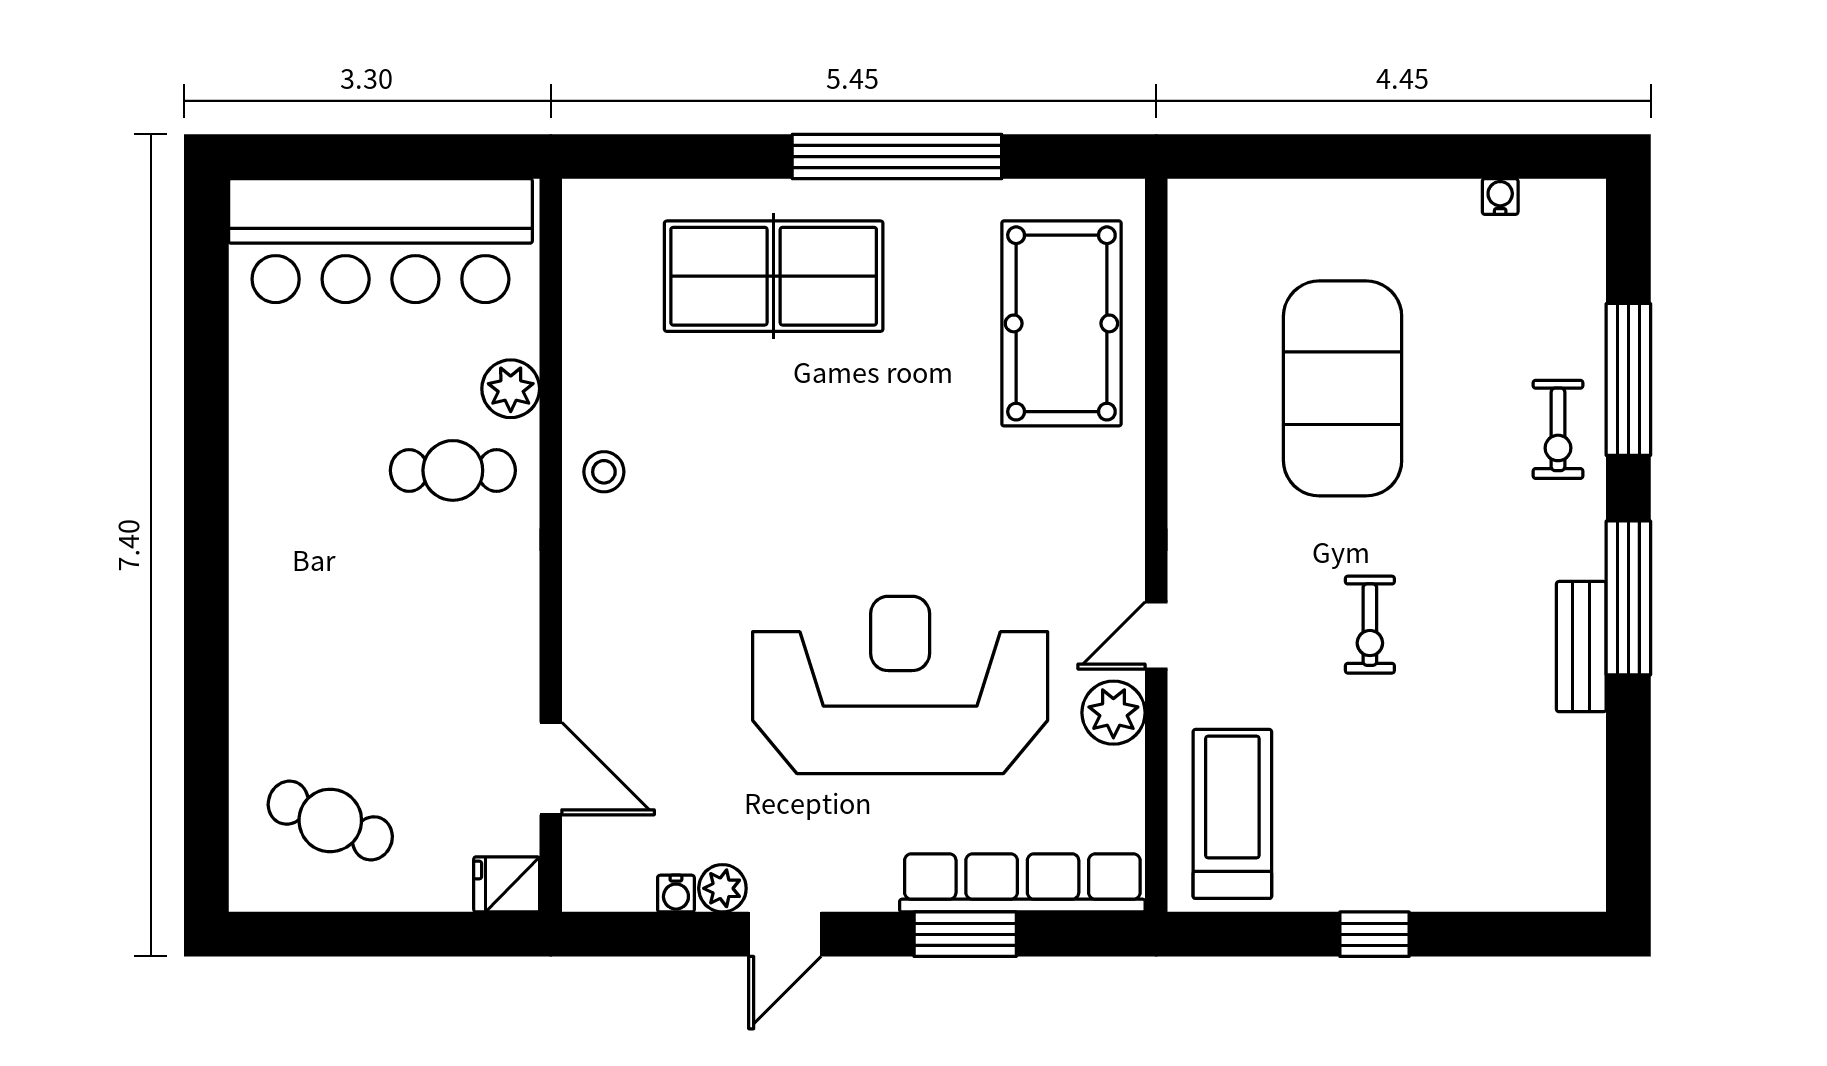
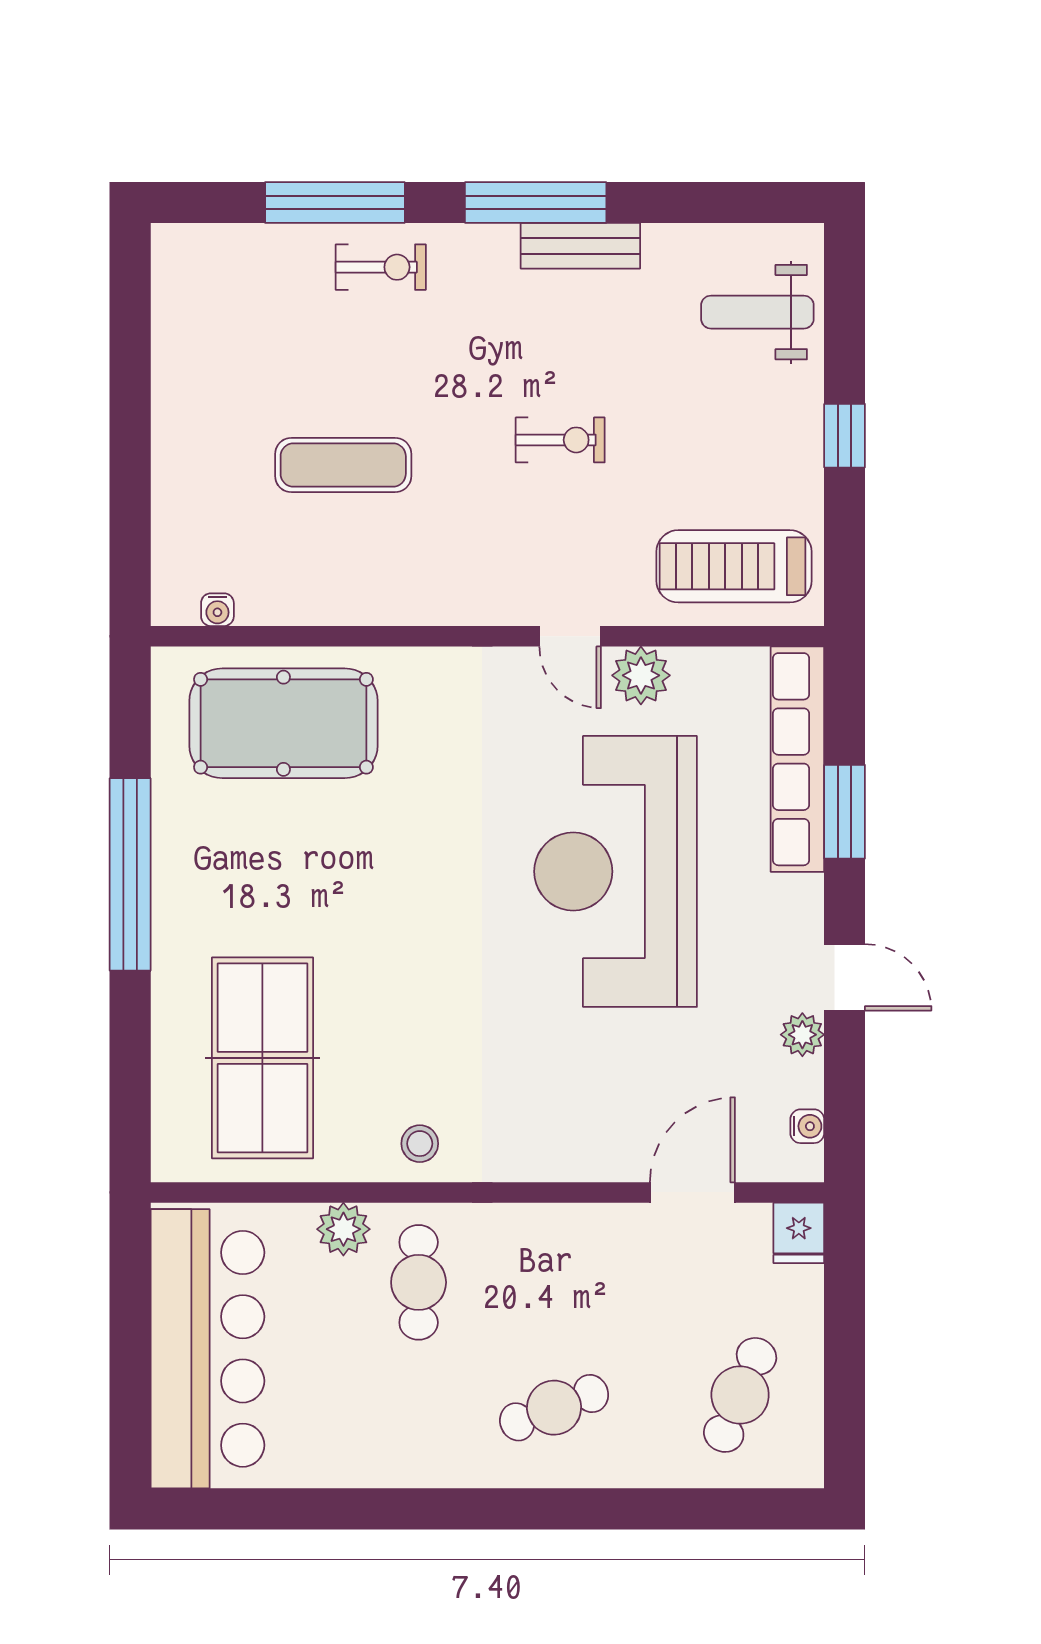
water cooler: (1500, 197) -> (217, 610), moved, turned -90
table tennis table: (774, 276) -> (262, 1058), moved
exercise mat: (1343, 388) -> (343, 465), width x0.50, depth x0.69
cafe table: (316, 618) -> (554, 1408), added
weight bench: (1509, 839) -> (757, 312), added
water cooler: (676, 894) -> (807, 1126), moved

